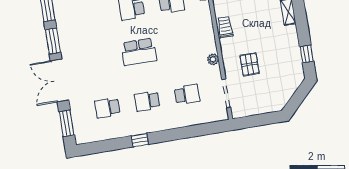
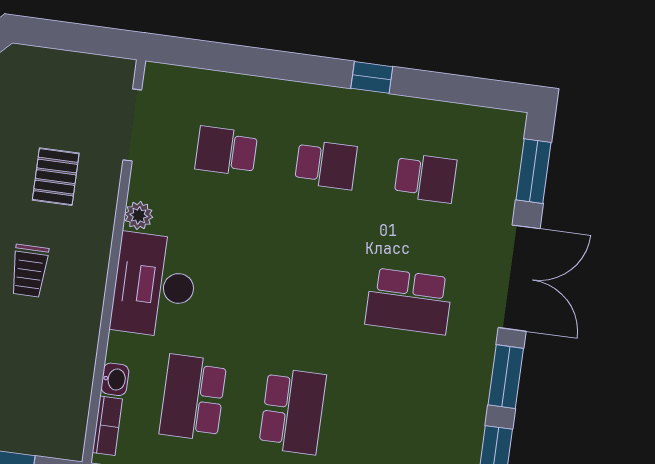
trolley: (225, 27) -> (29, 271), moved
desk: (199, 34) -> (154, 285), added
school desk: (139, 52) -> (409, 301), moved, turned 180

